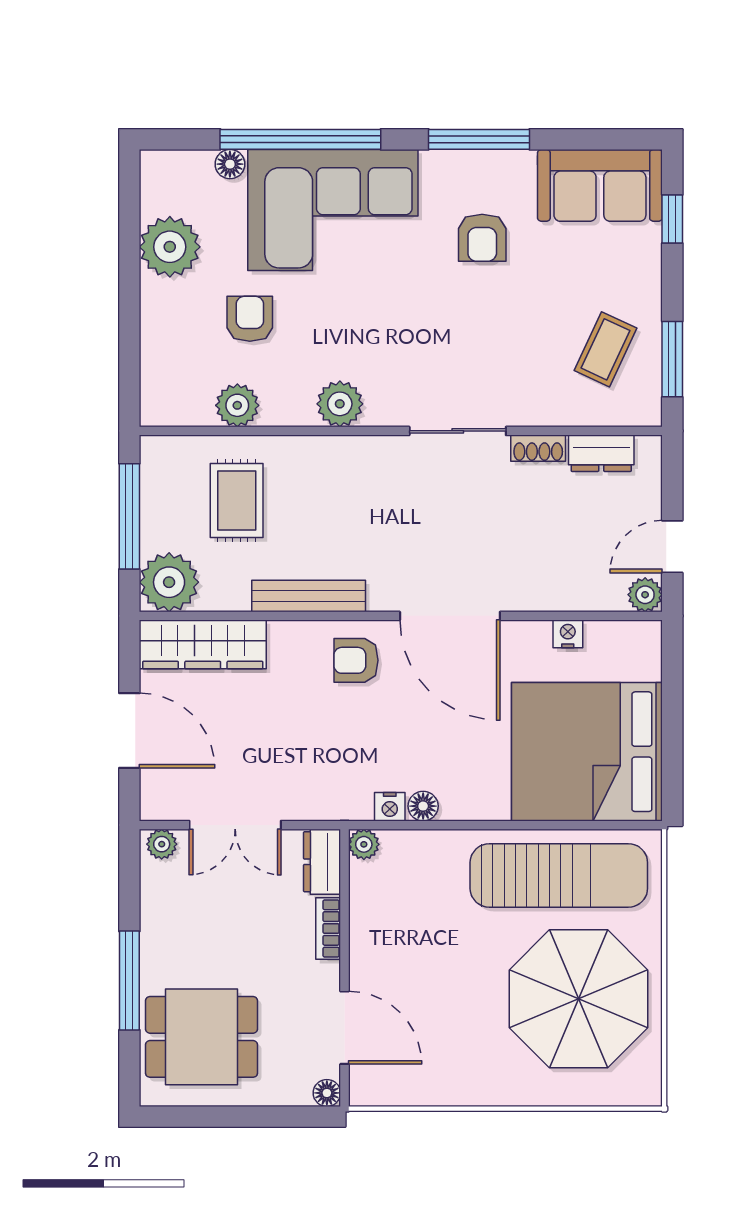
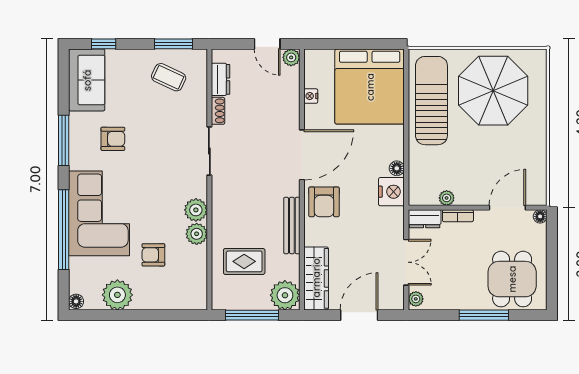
floor lamp: (230, 164) -> (76, 301), moved
plant: (237, 405) -> (197, 234), moved
armchair: (356, 660) -> (324, 202), width x1.38, depth x1.38
nightstand: (390, 807) -> (391, 192), width x1.89, depth x1.79
plant: (364, 844) -> (447, 198), moved

